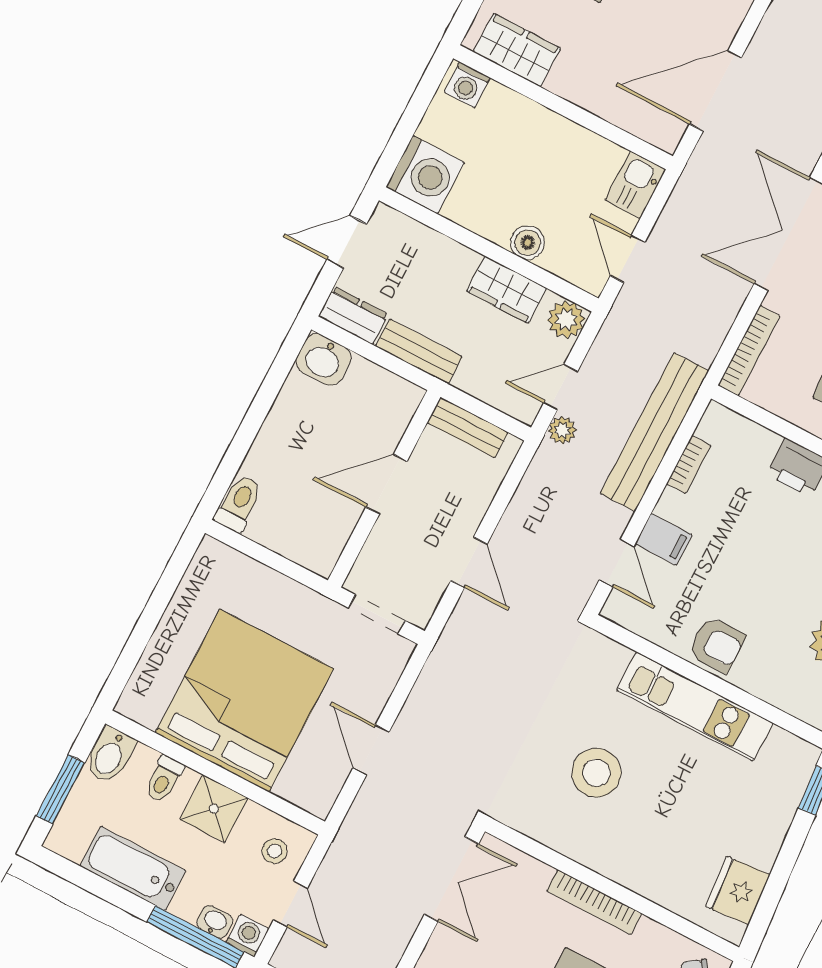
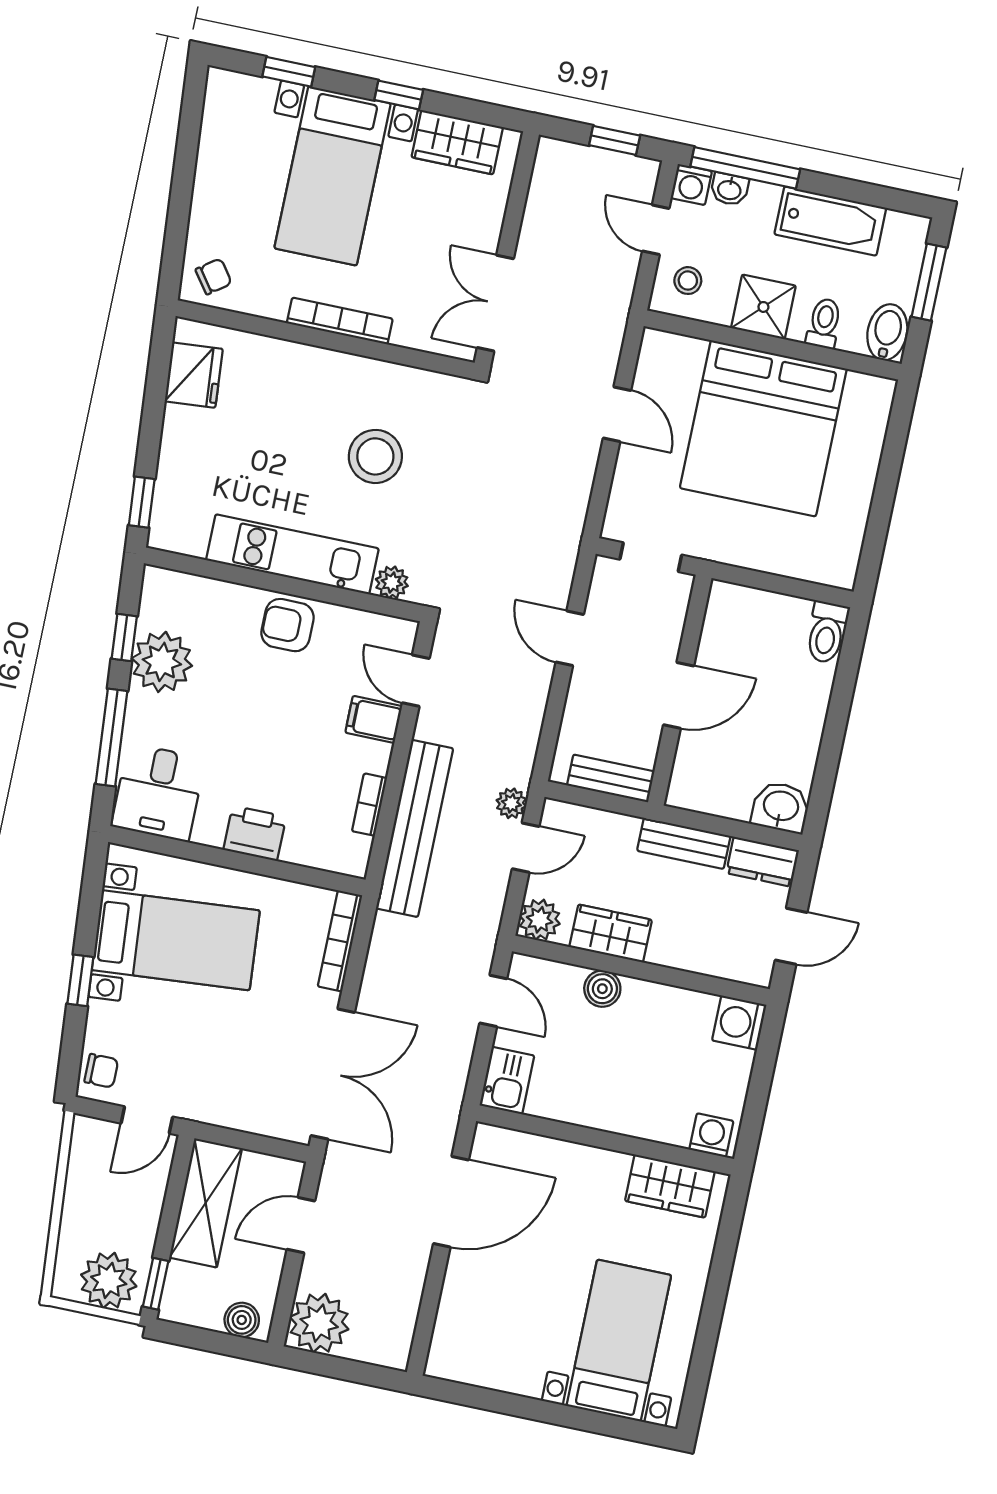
washing machine: (425, 175) -> (739, 1023), width x0.73, depth x0.73
plant: (613, 656) -> (392, 582), added

